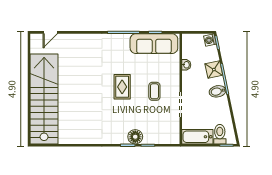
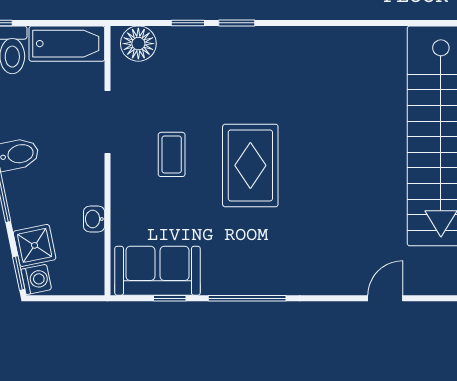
door: (50, 32) -> (385, 298), moved
sofa: (154, 44) -> (157, 271), width x0.73
shower: (214, 70) -> (35, 245), moved
rug: (122, 87) -> (250, 165), width x1.36, depth x1.43
floor lamp: (135, 137) -> (138, 44), moved

